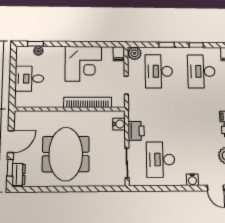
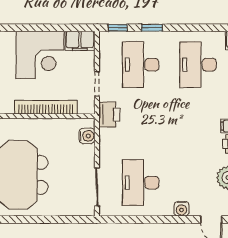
window: (196, 45) -> (118, 28), moved
plant: (135, 53) -> (109, 40), removed
filing cabinet: (119, 54) -> (80, 41), width x2.00
printer: (136, 131) -> (109, 114), moved

